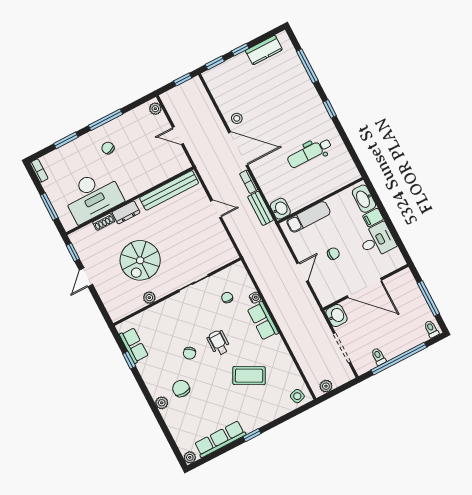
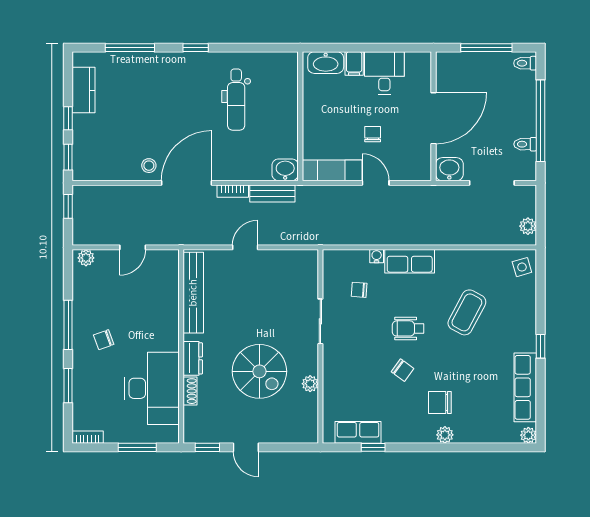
exam couch: (308, 217) -> (332, 170), moved, turned -90

